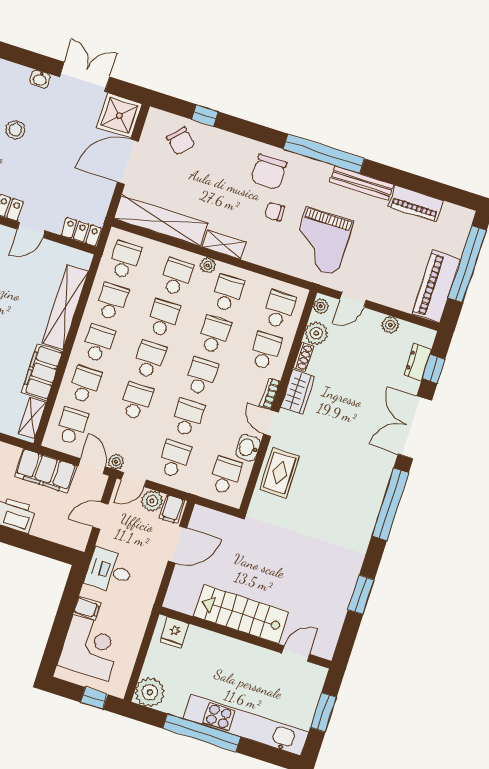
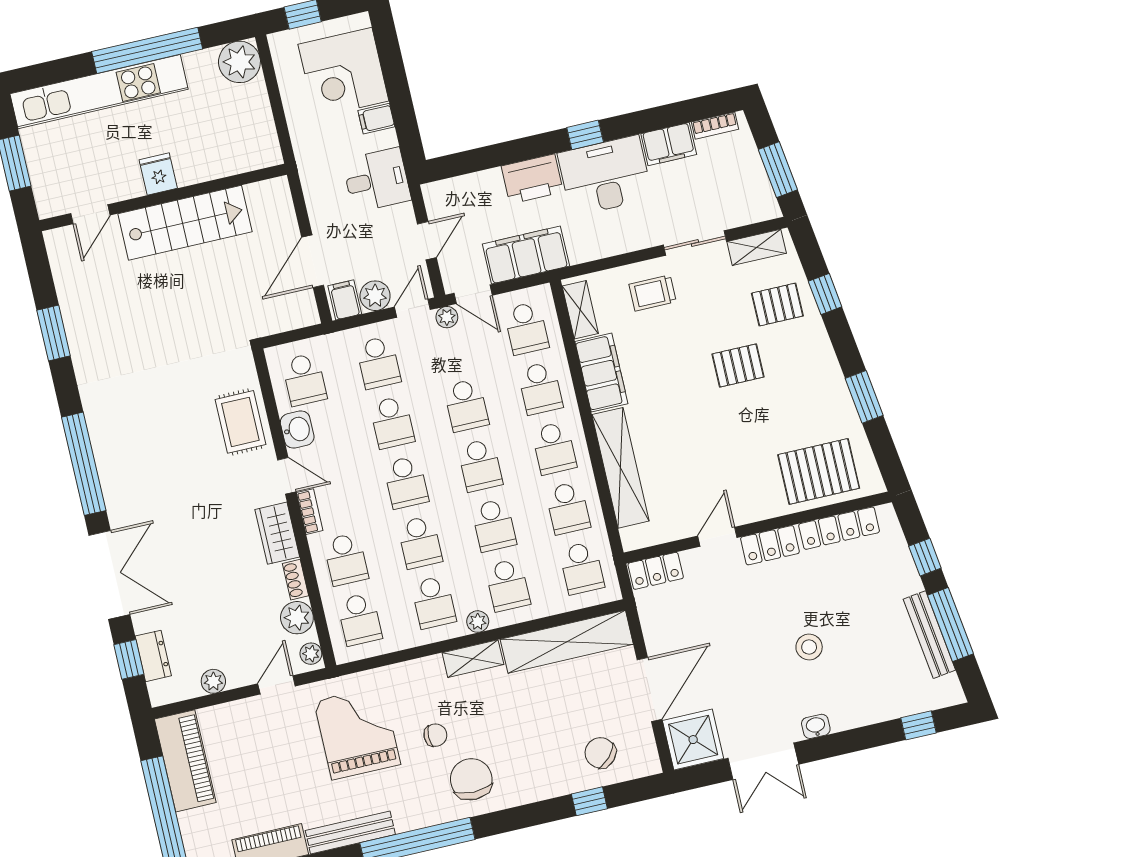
fridge: (174, 633) -> (158, 174), moved

